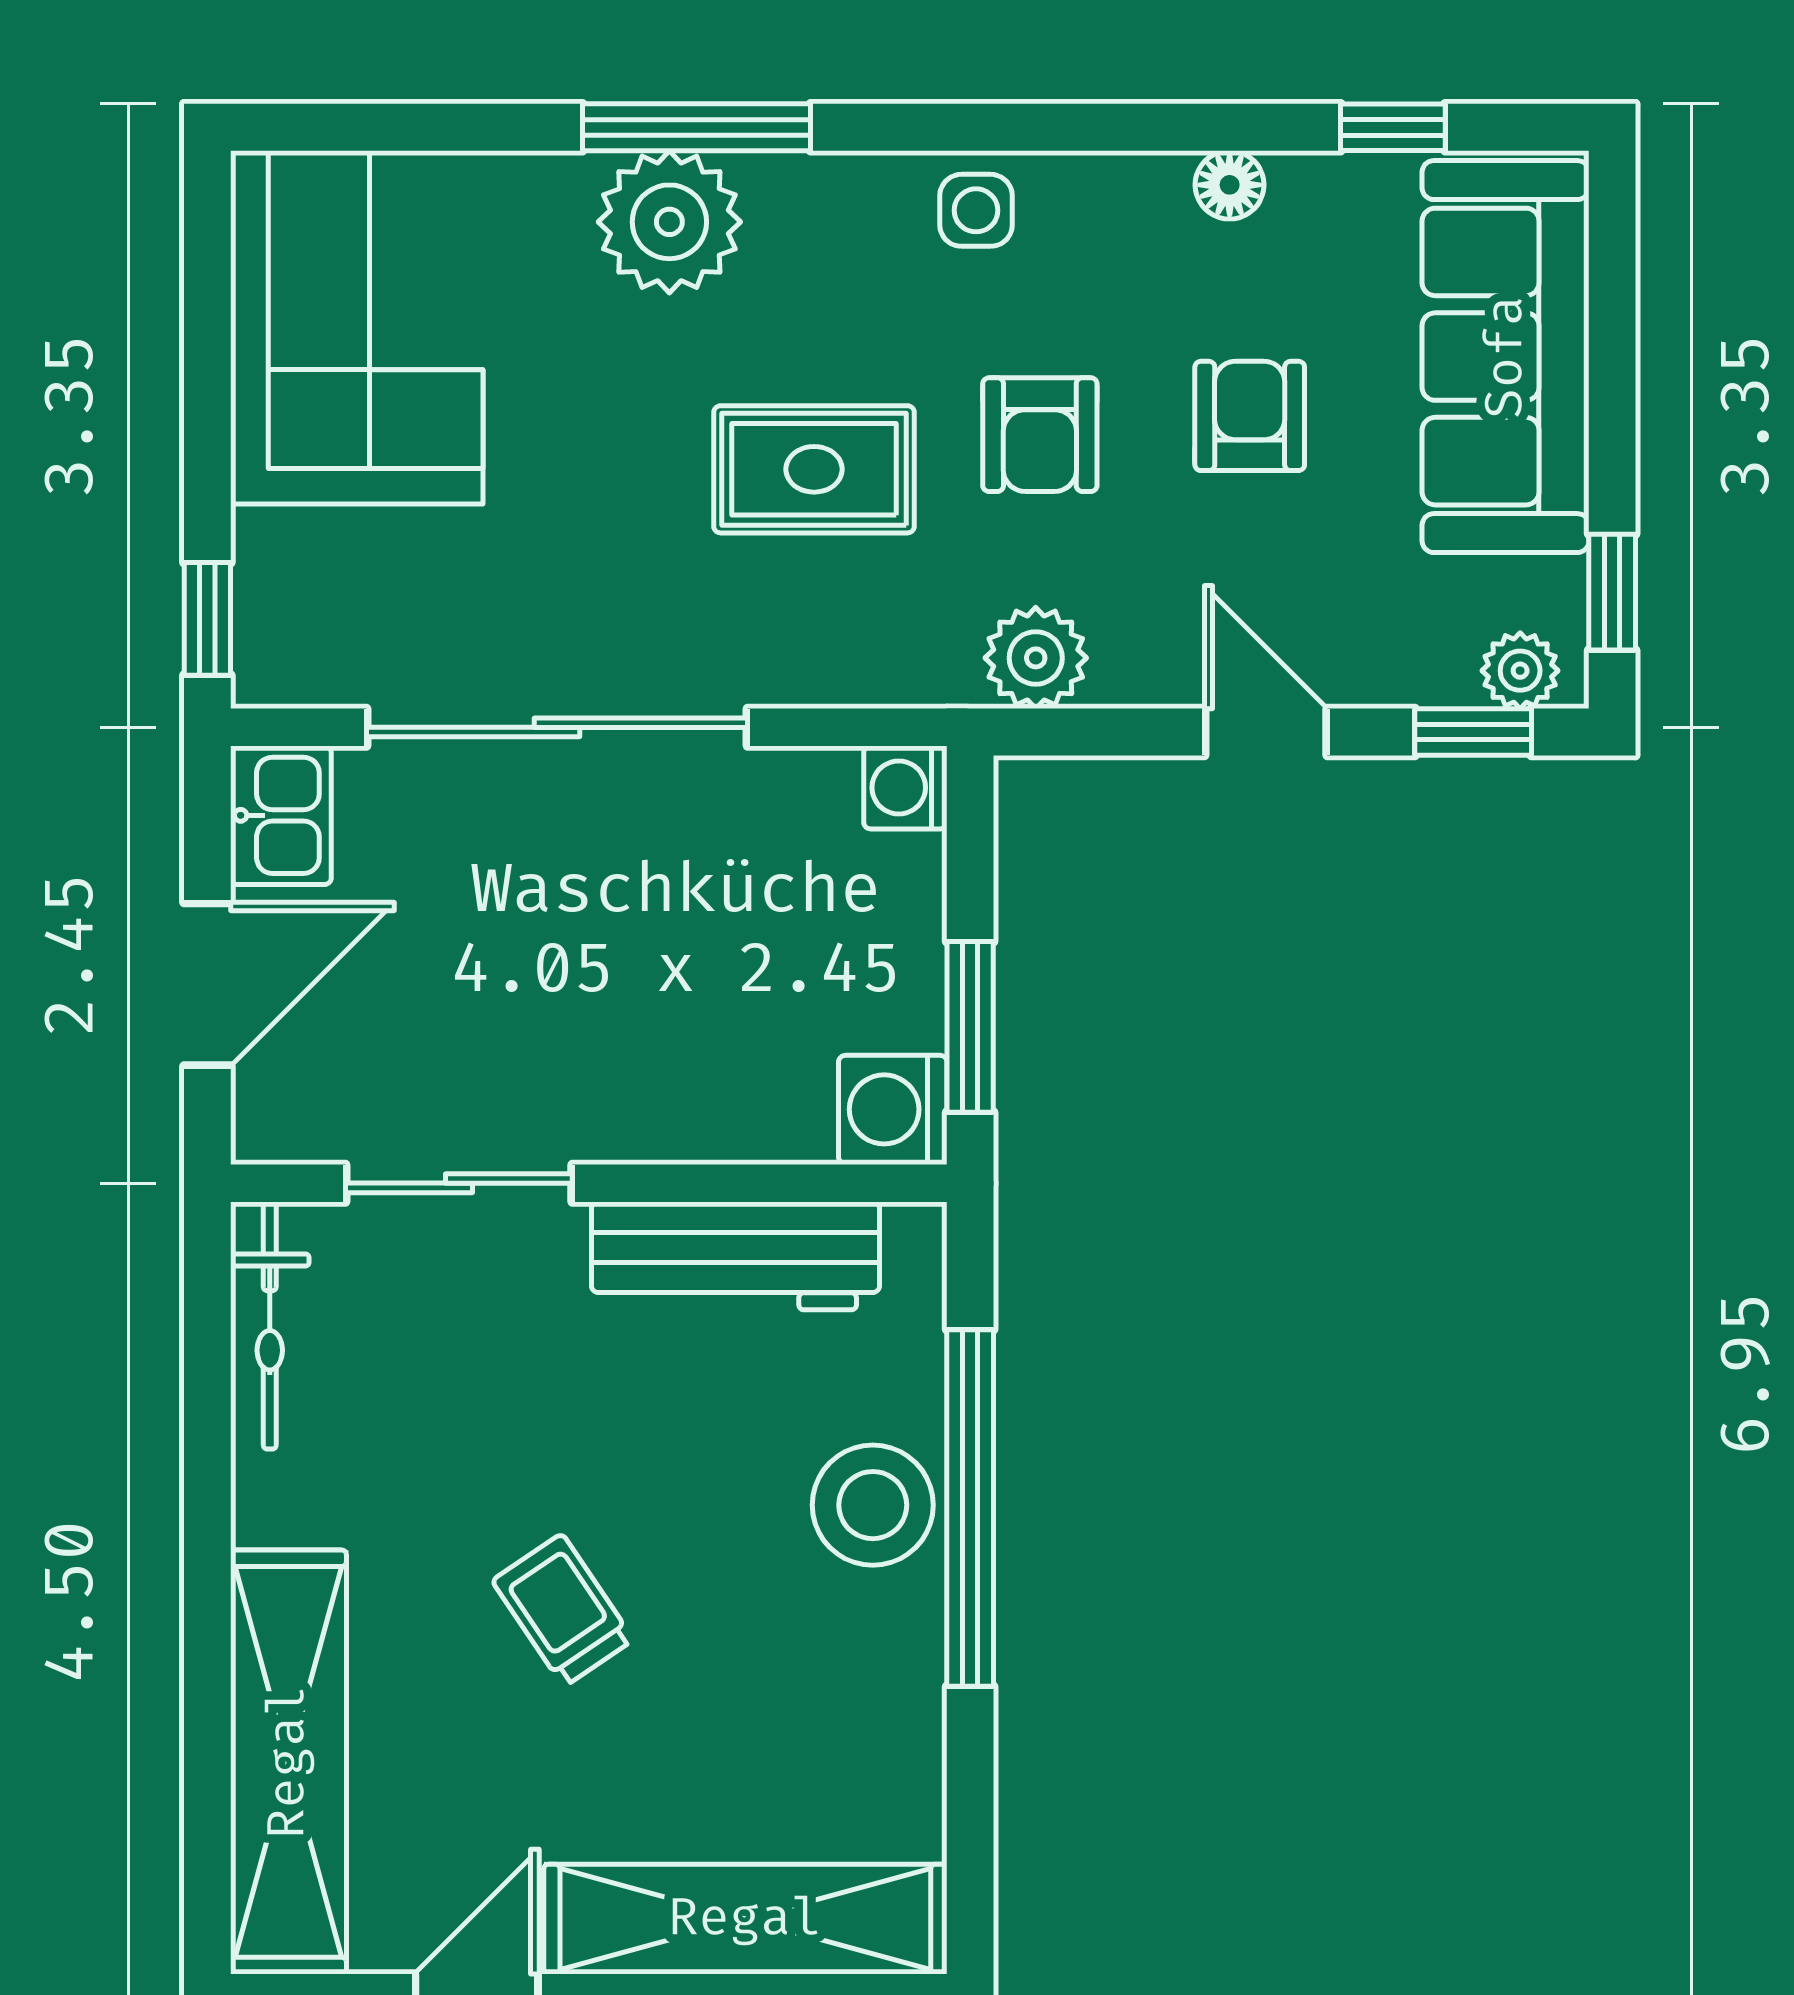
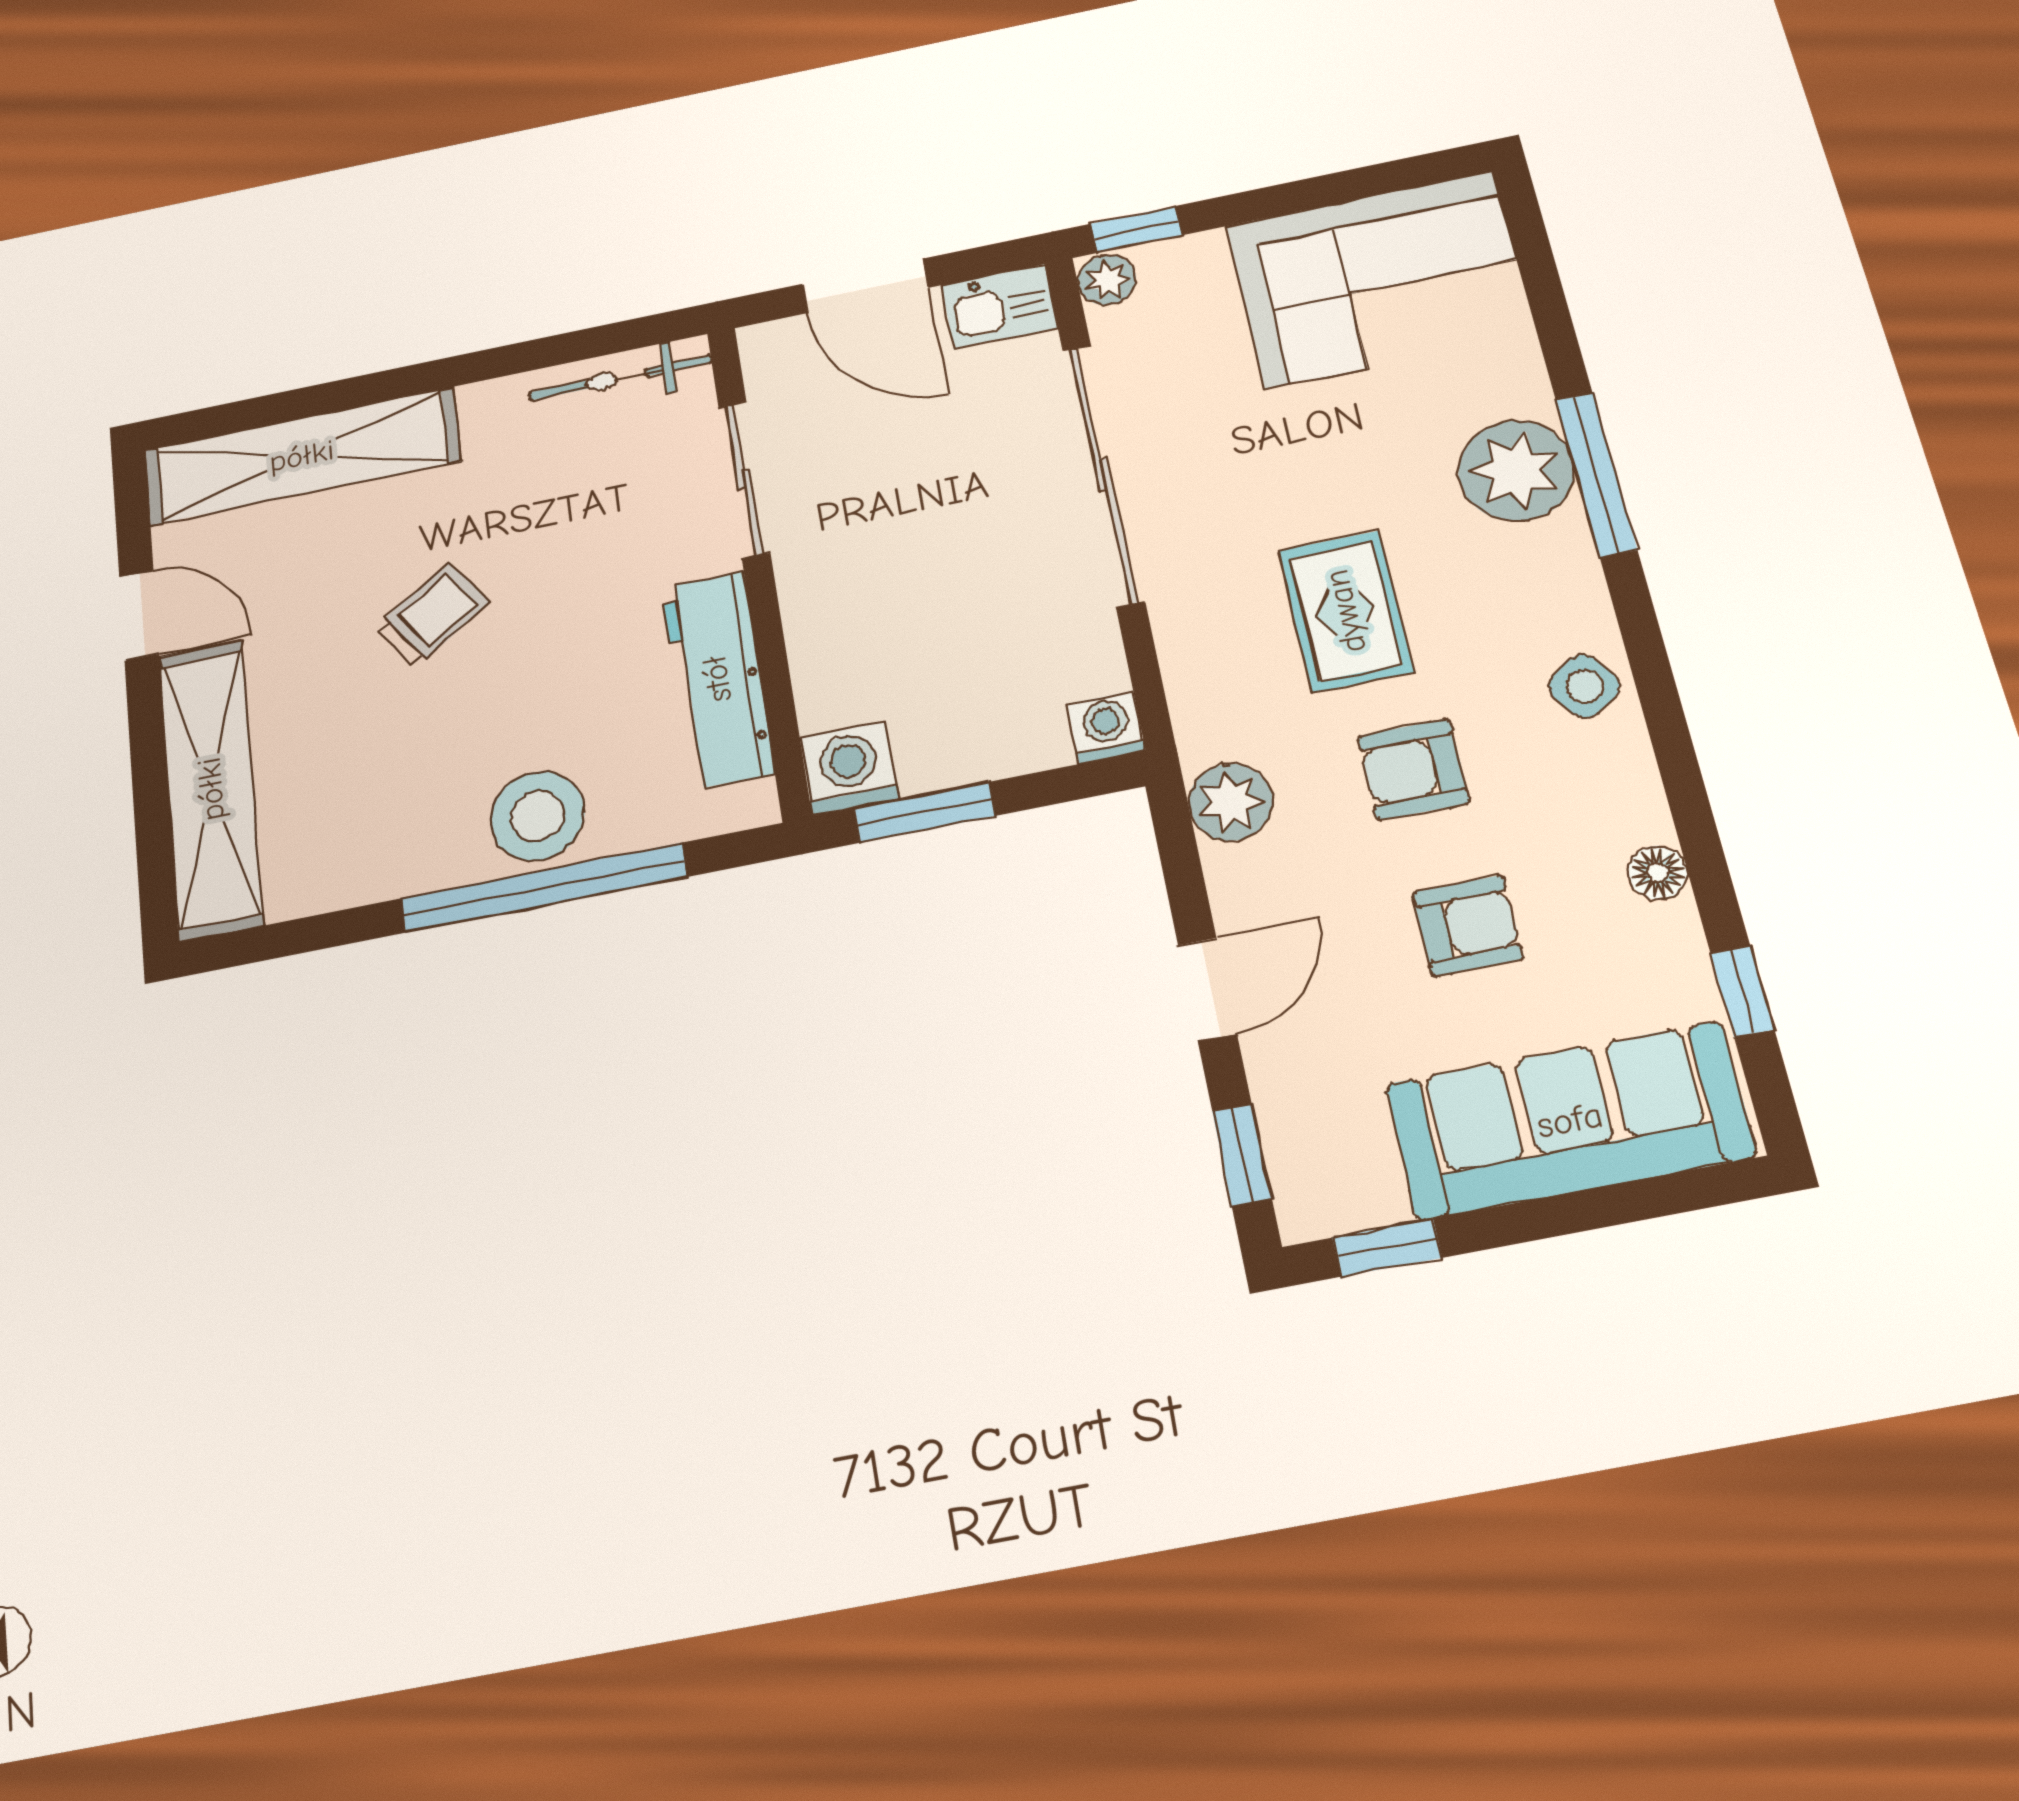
side table: (976, 210) -> (1584, 686), turned -35
plant: (1520, 671) -> (1107, 280), moved

